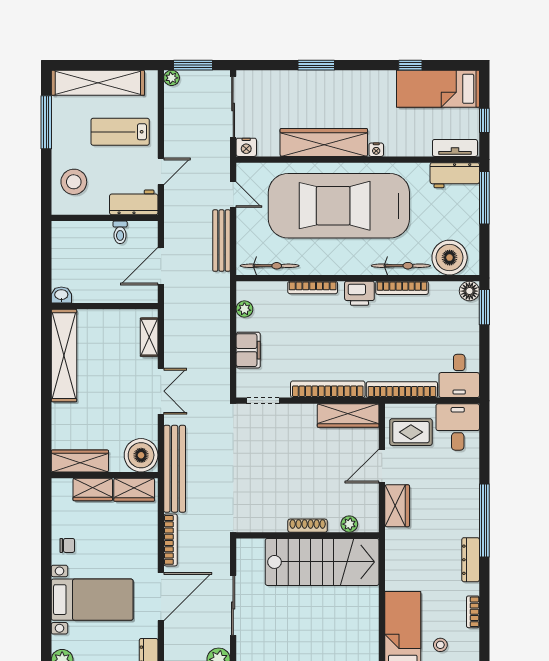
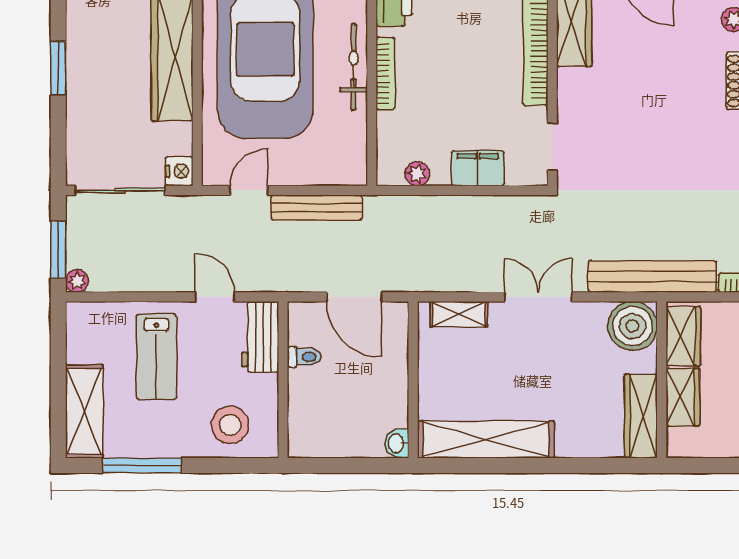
shelving: (98, 83) -> (84, 411), width x0.68
bicycle: (270, 266) -> (354, 67), moved

